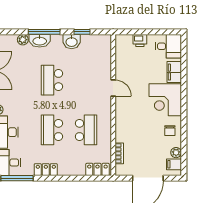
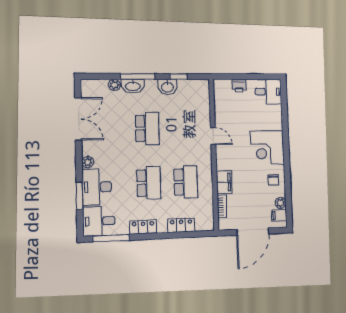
filing cabinet: (174, 72) -> (224, 182), moved, turned 180
school desk: (52, 80) -> (147, 128), turned 180
school desk: (52, 130) -> (149, 183), turned 180
locker: (97, 169) -> (181, 225), moved

